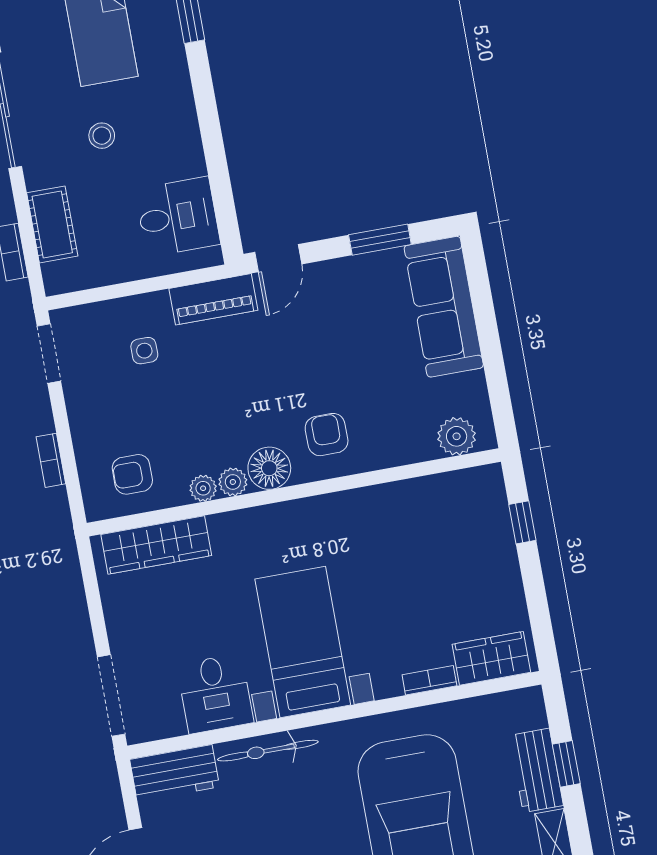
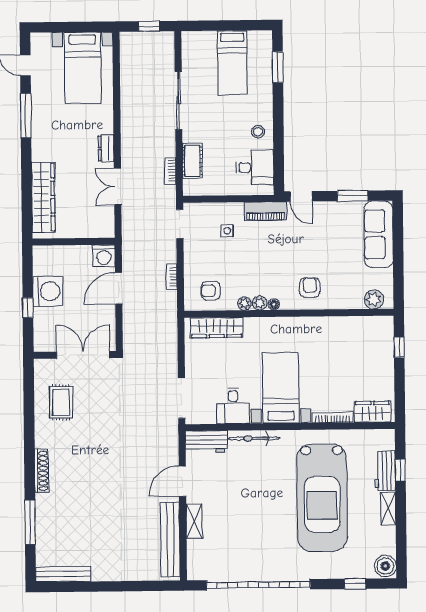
stool: (102, 136) -> (258, 132), moved
door: (278, 258) -> (301, 196), hinge flipped
floor lamp: (269, 468) -> (274, 304), width x0.53, depth x0.53
bookcase: (429, 680) -> (333, 417), width x1.56

